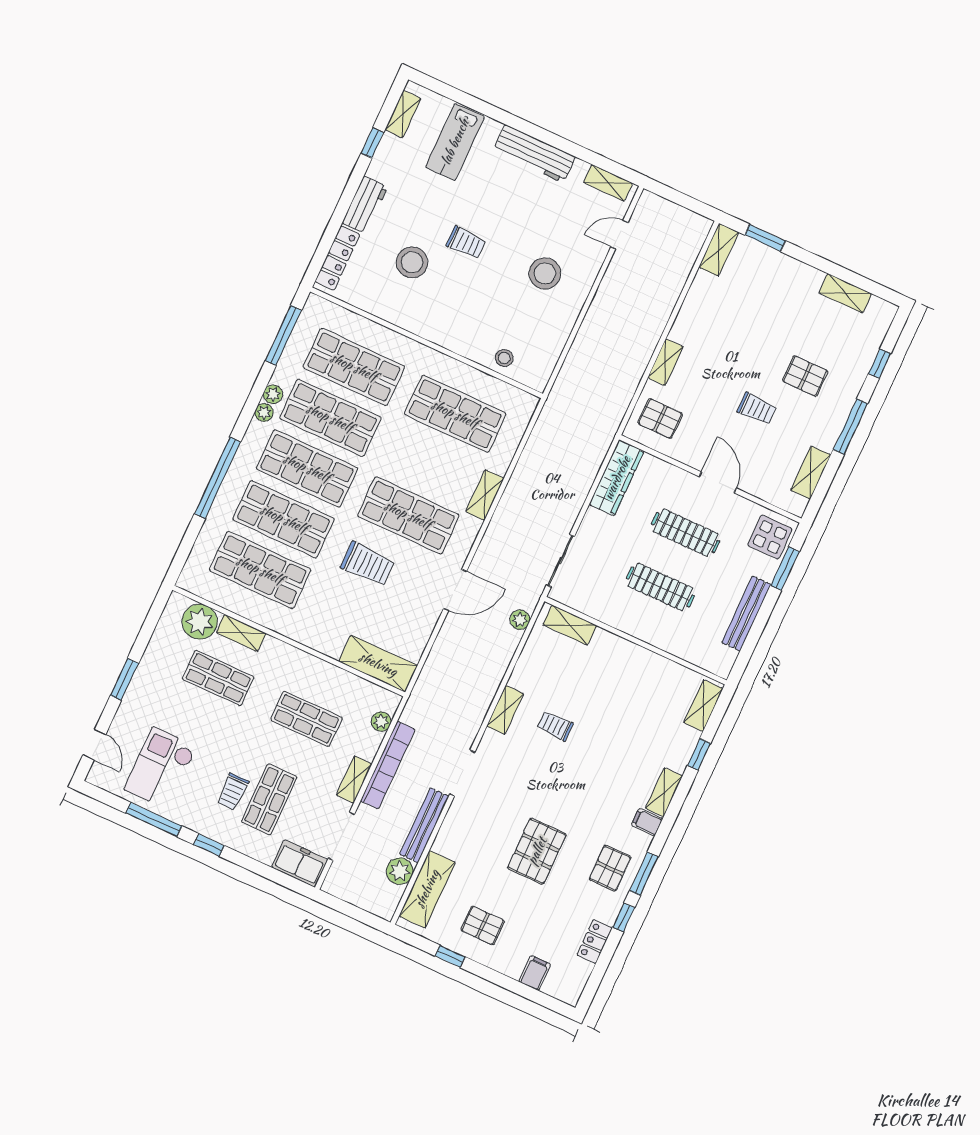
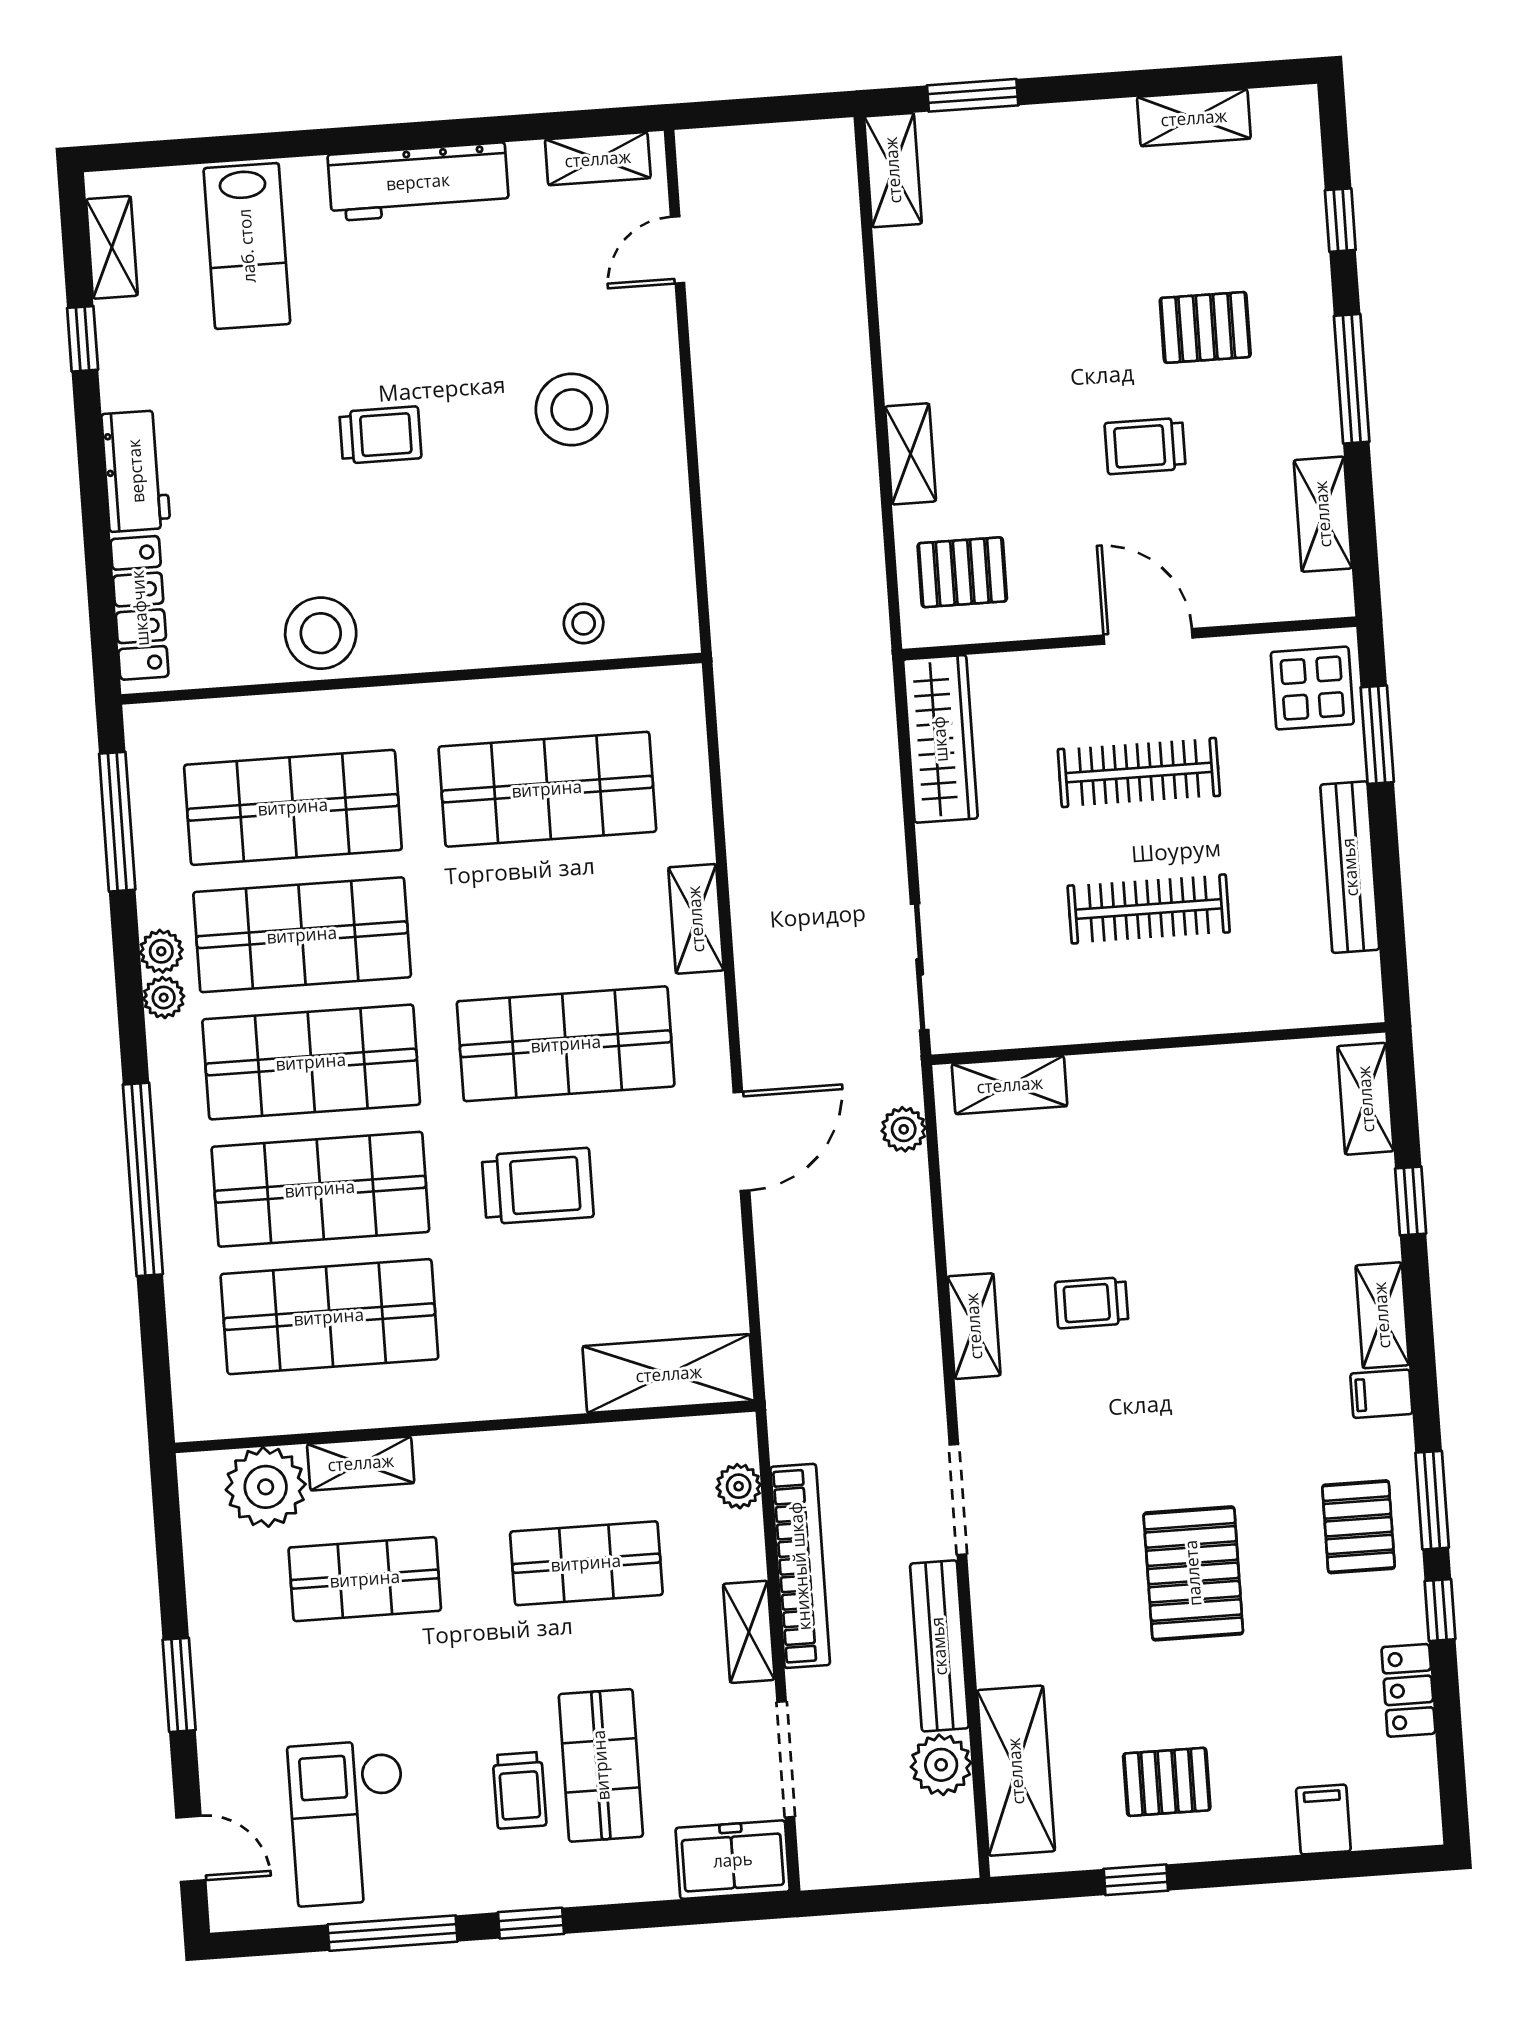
stool: (412, 262) -> (321, 633), moved
trolley: (757, 409) -> (1145, 446), turned 180

